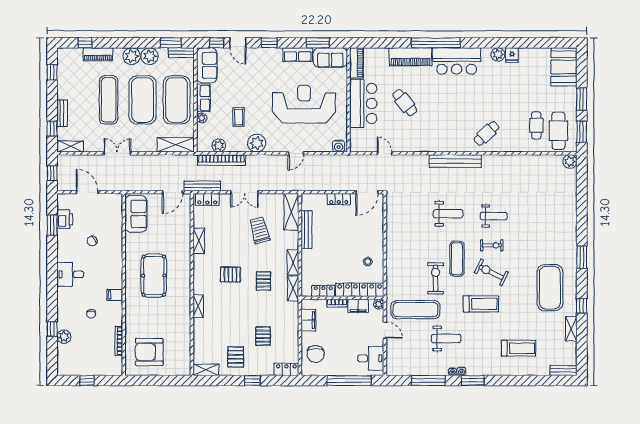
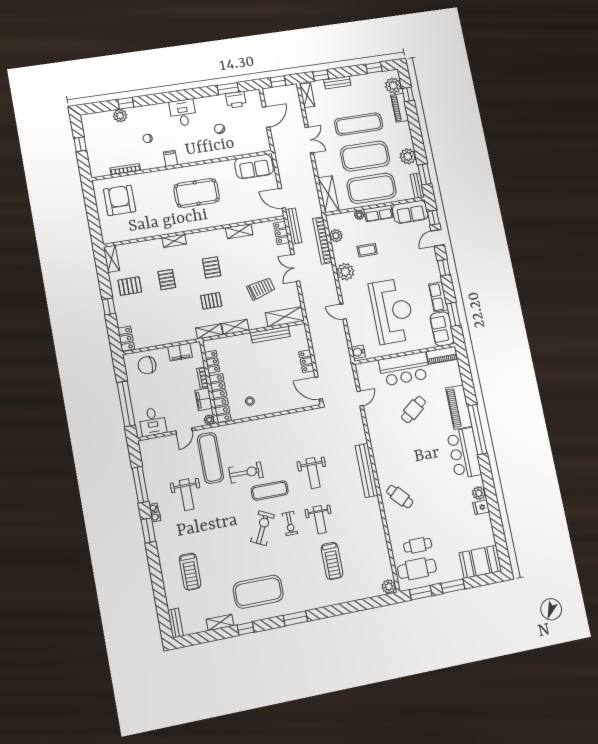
plant: (132, 56) -> (393, 86), moved
treadmill: (481, 304) -> (332, 561), moved
pallet: (263, 336) -> (167, 280), moved, turned 90

